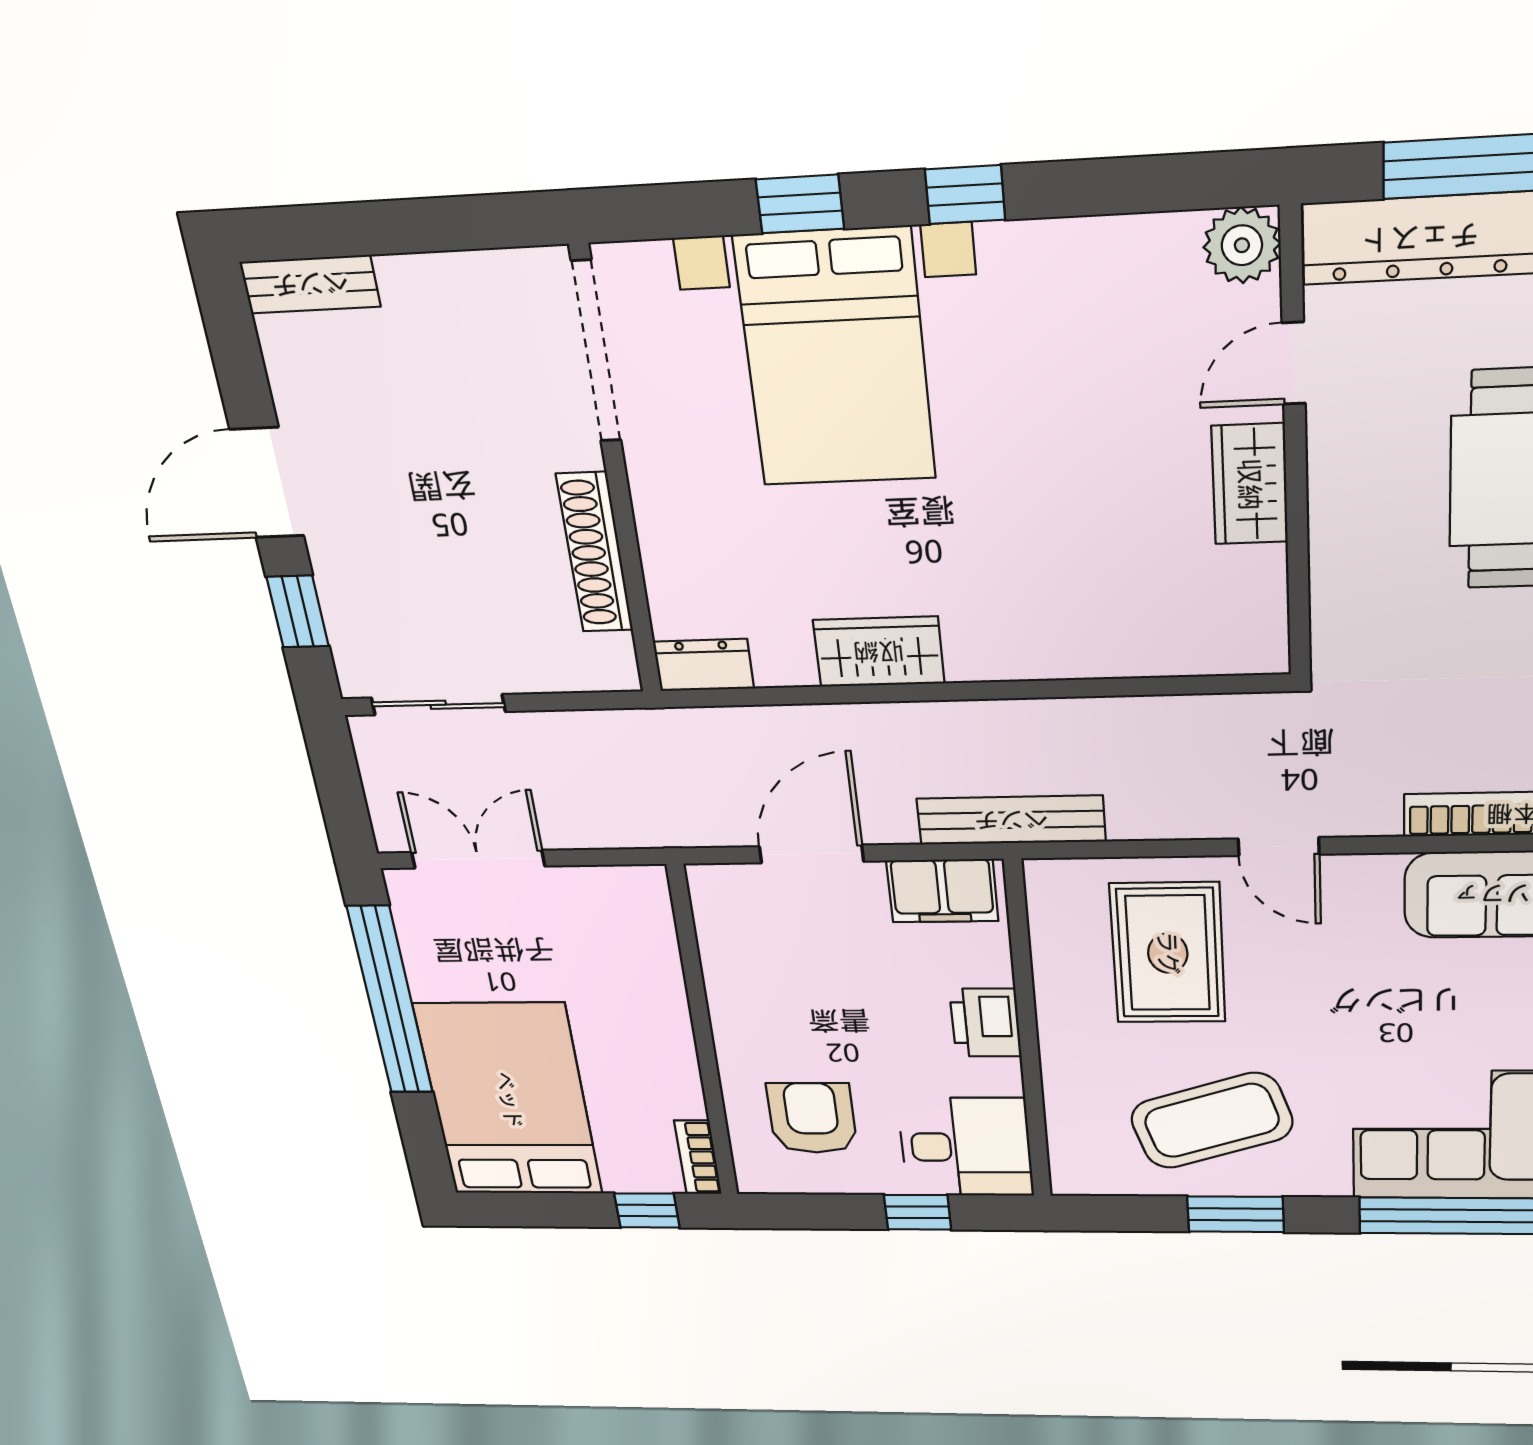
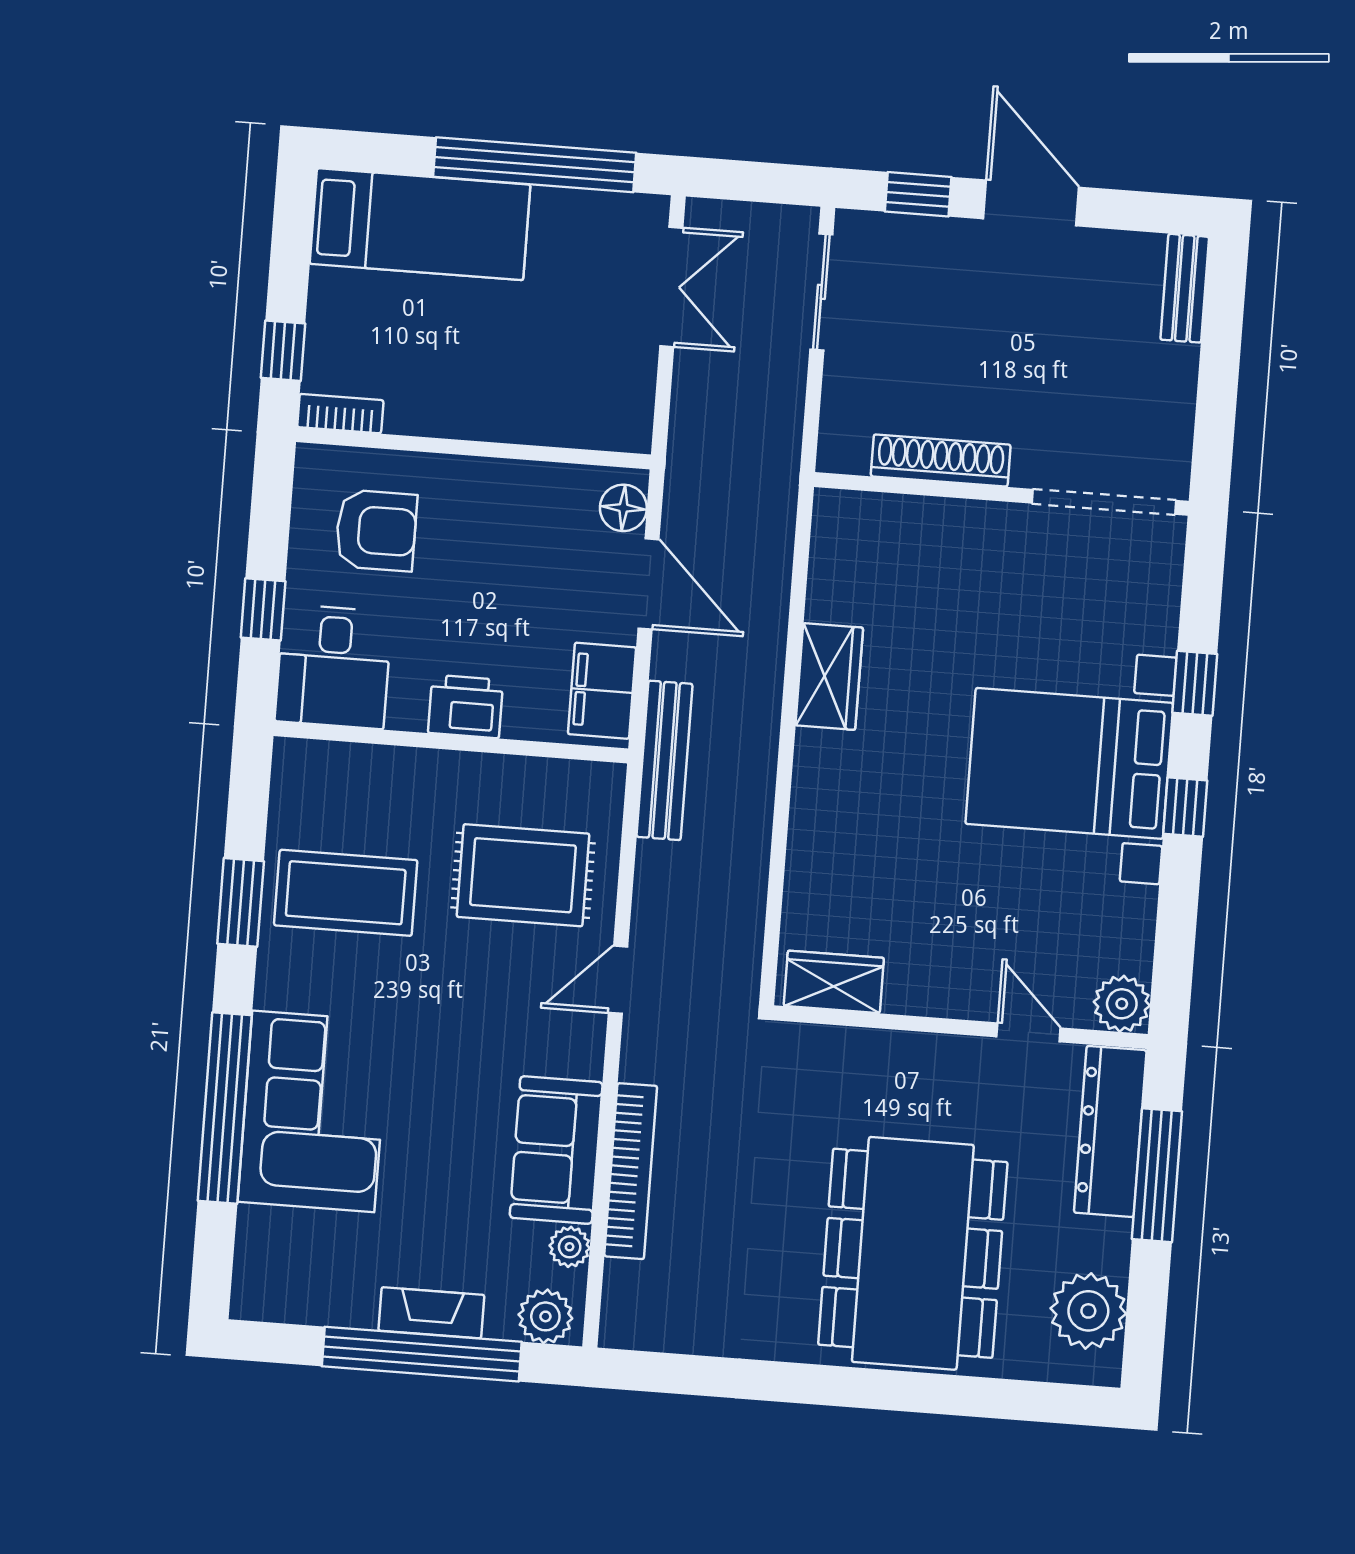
bed with nightstands: (836, 359) -> (1069, 763), moved
wardrobe: (1250, 484) -> (834, 982), moved
dresser: (704, 665) -> (833, 528), removed
floor lamp: (732, 886) -> (623, 508), added
bed: (509, 1100) -> (420, 224), width x0.67
coffee table: (1212, 1121) -> (346, 893), turned -72

